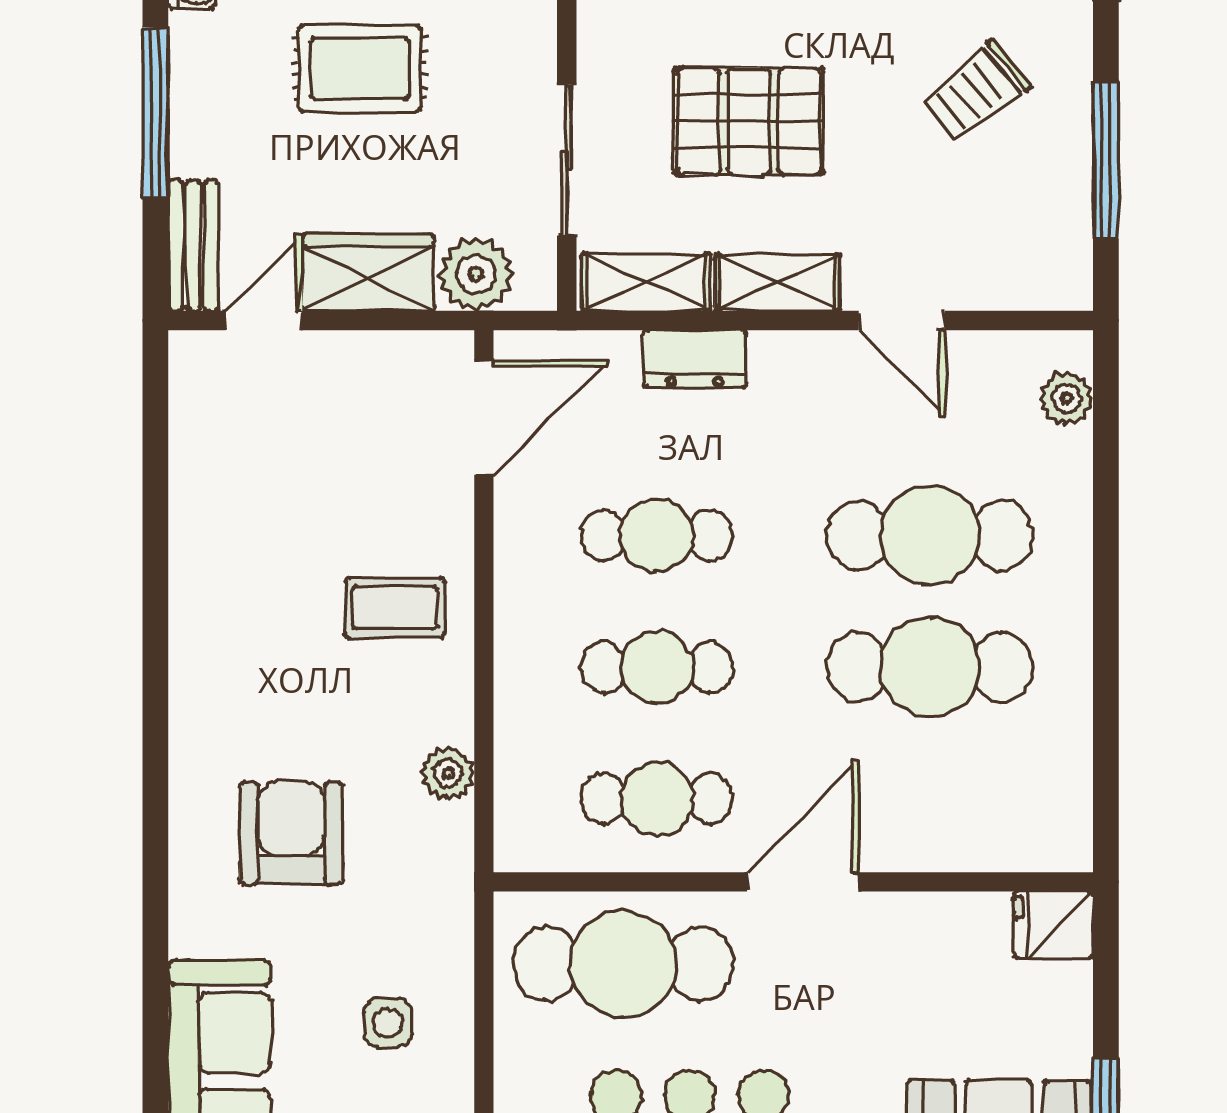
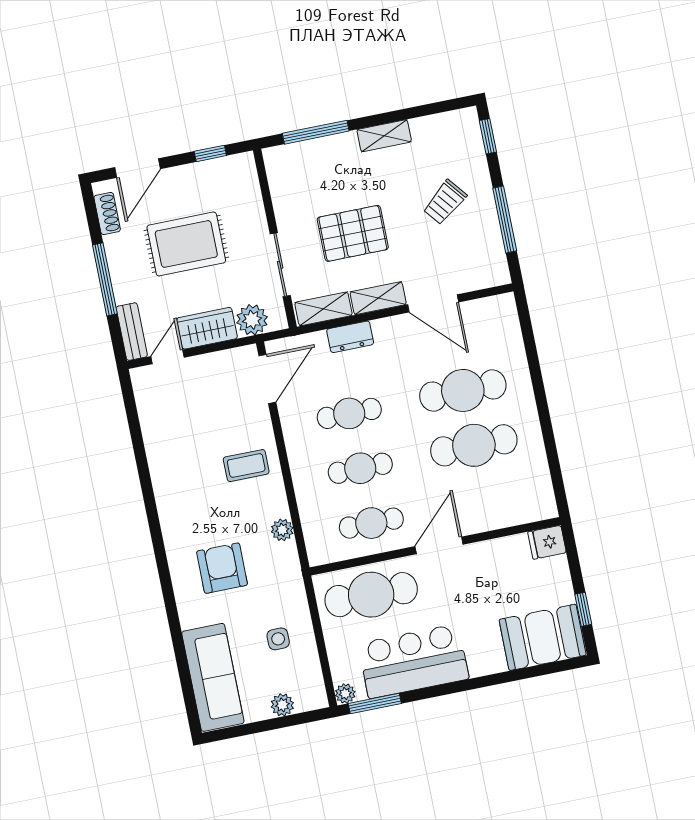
rug: (360, 69) -> (186, 244), width x1.36, depth x1.43
door: (902, 320) -> (433, 303), width x1.38
plant: (1066, 398) -> (508, 322), removed

